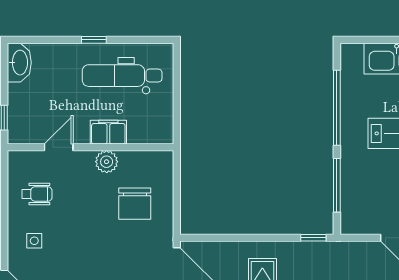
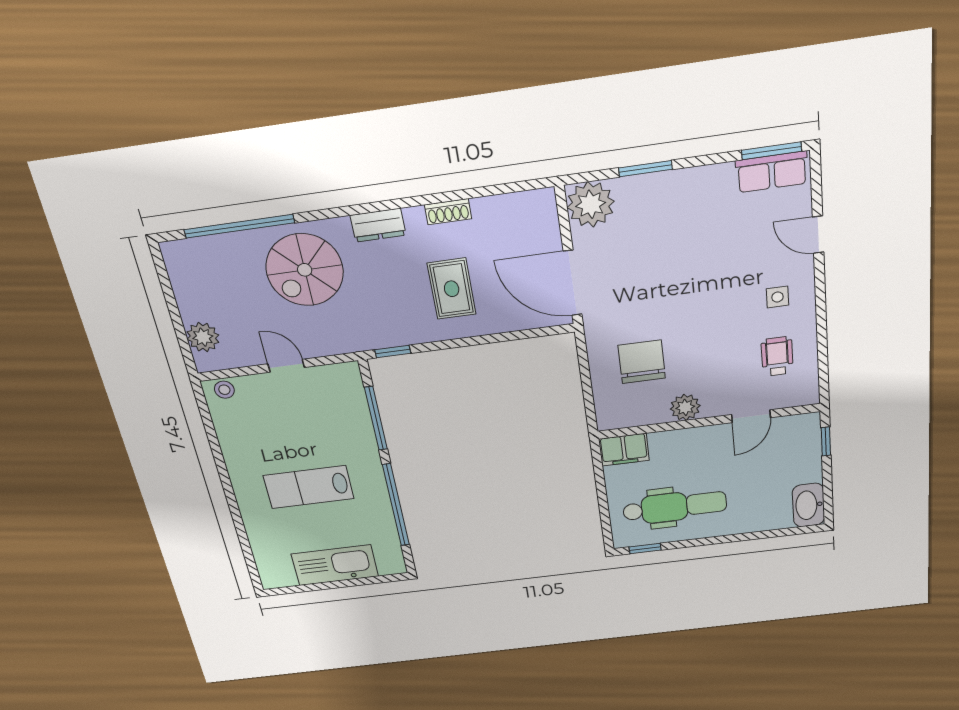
window: (94, 40) -> (645, 548), moved
filing cabinet: (108, 132) -> (624, 450), moved
wheelchair: (37, 194) -> (777, 356), turned 90

